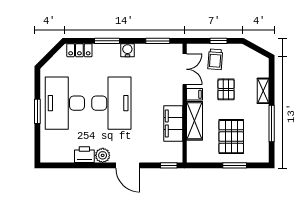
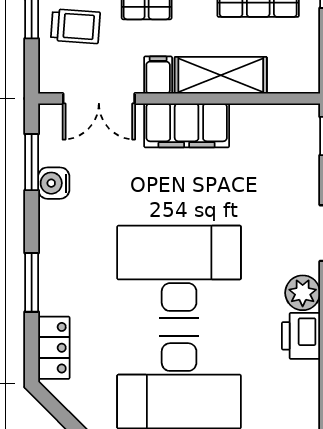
water cooler: (127, 50) -> (54, 183), moved
double door: (185, 69) -> (99, 99), swing flipped
filing cabinet: (173, 123) -> (187, 125), moved

